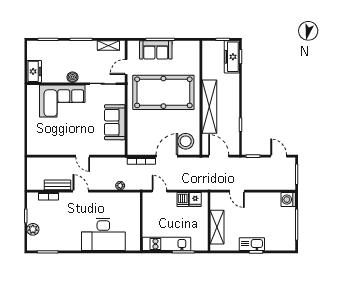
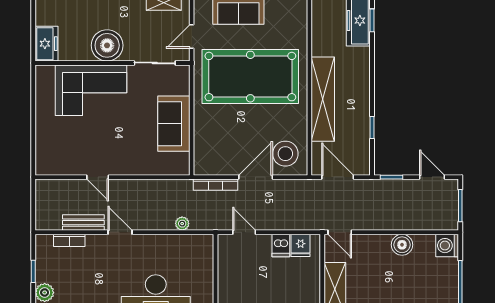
boiler: (73, 77) -> (107, 45), width x1.86, depth x1.86
door: (83, 156) -> (98, 177), moved
door: (237, 191) -> (340, 232), moved
boiler: (260, 199) -> (402, 245), added

